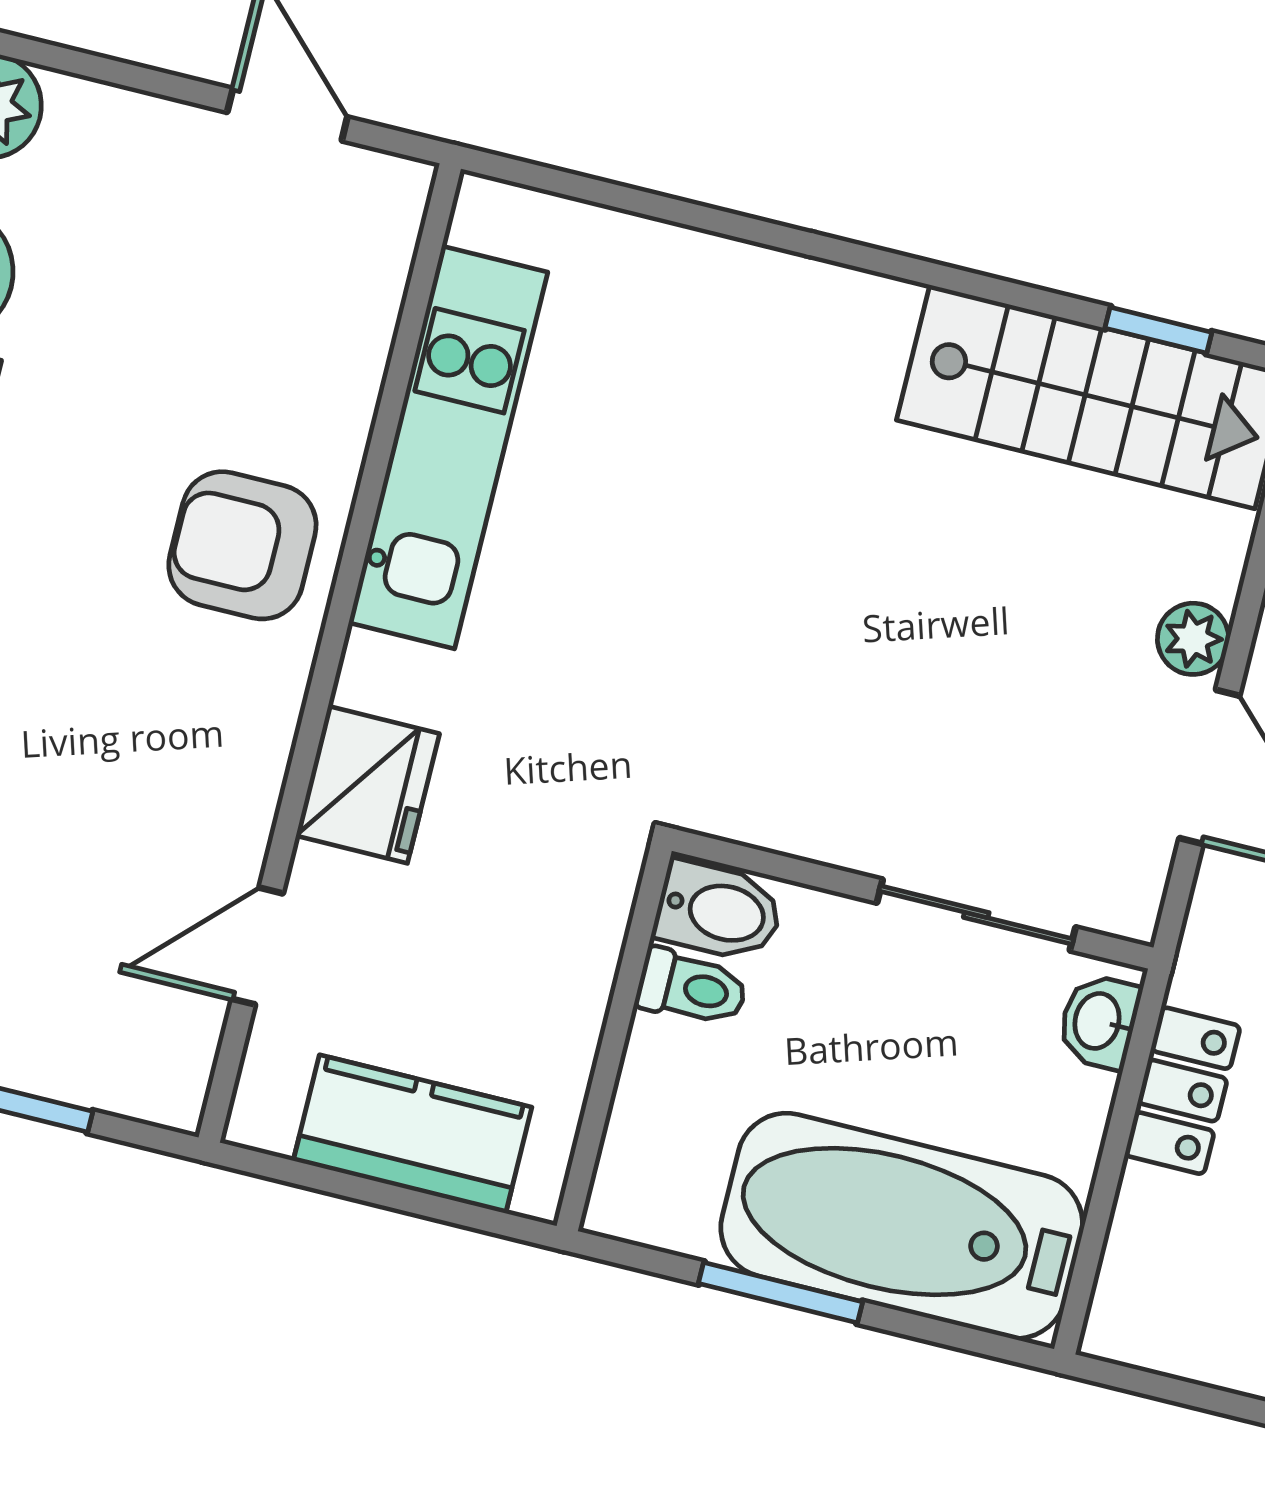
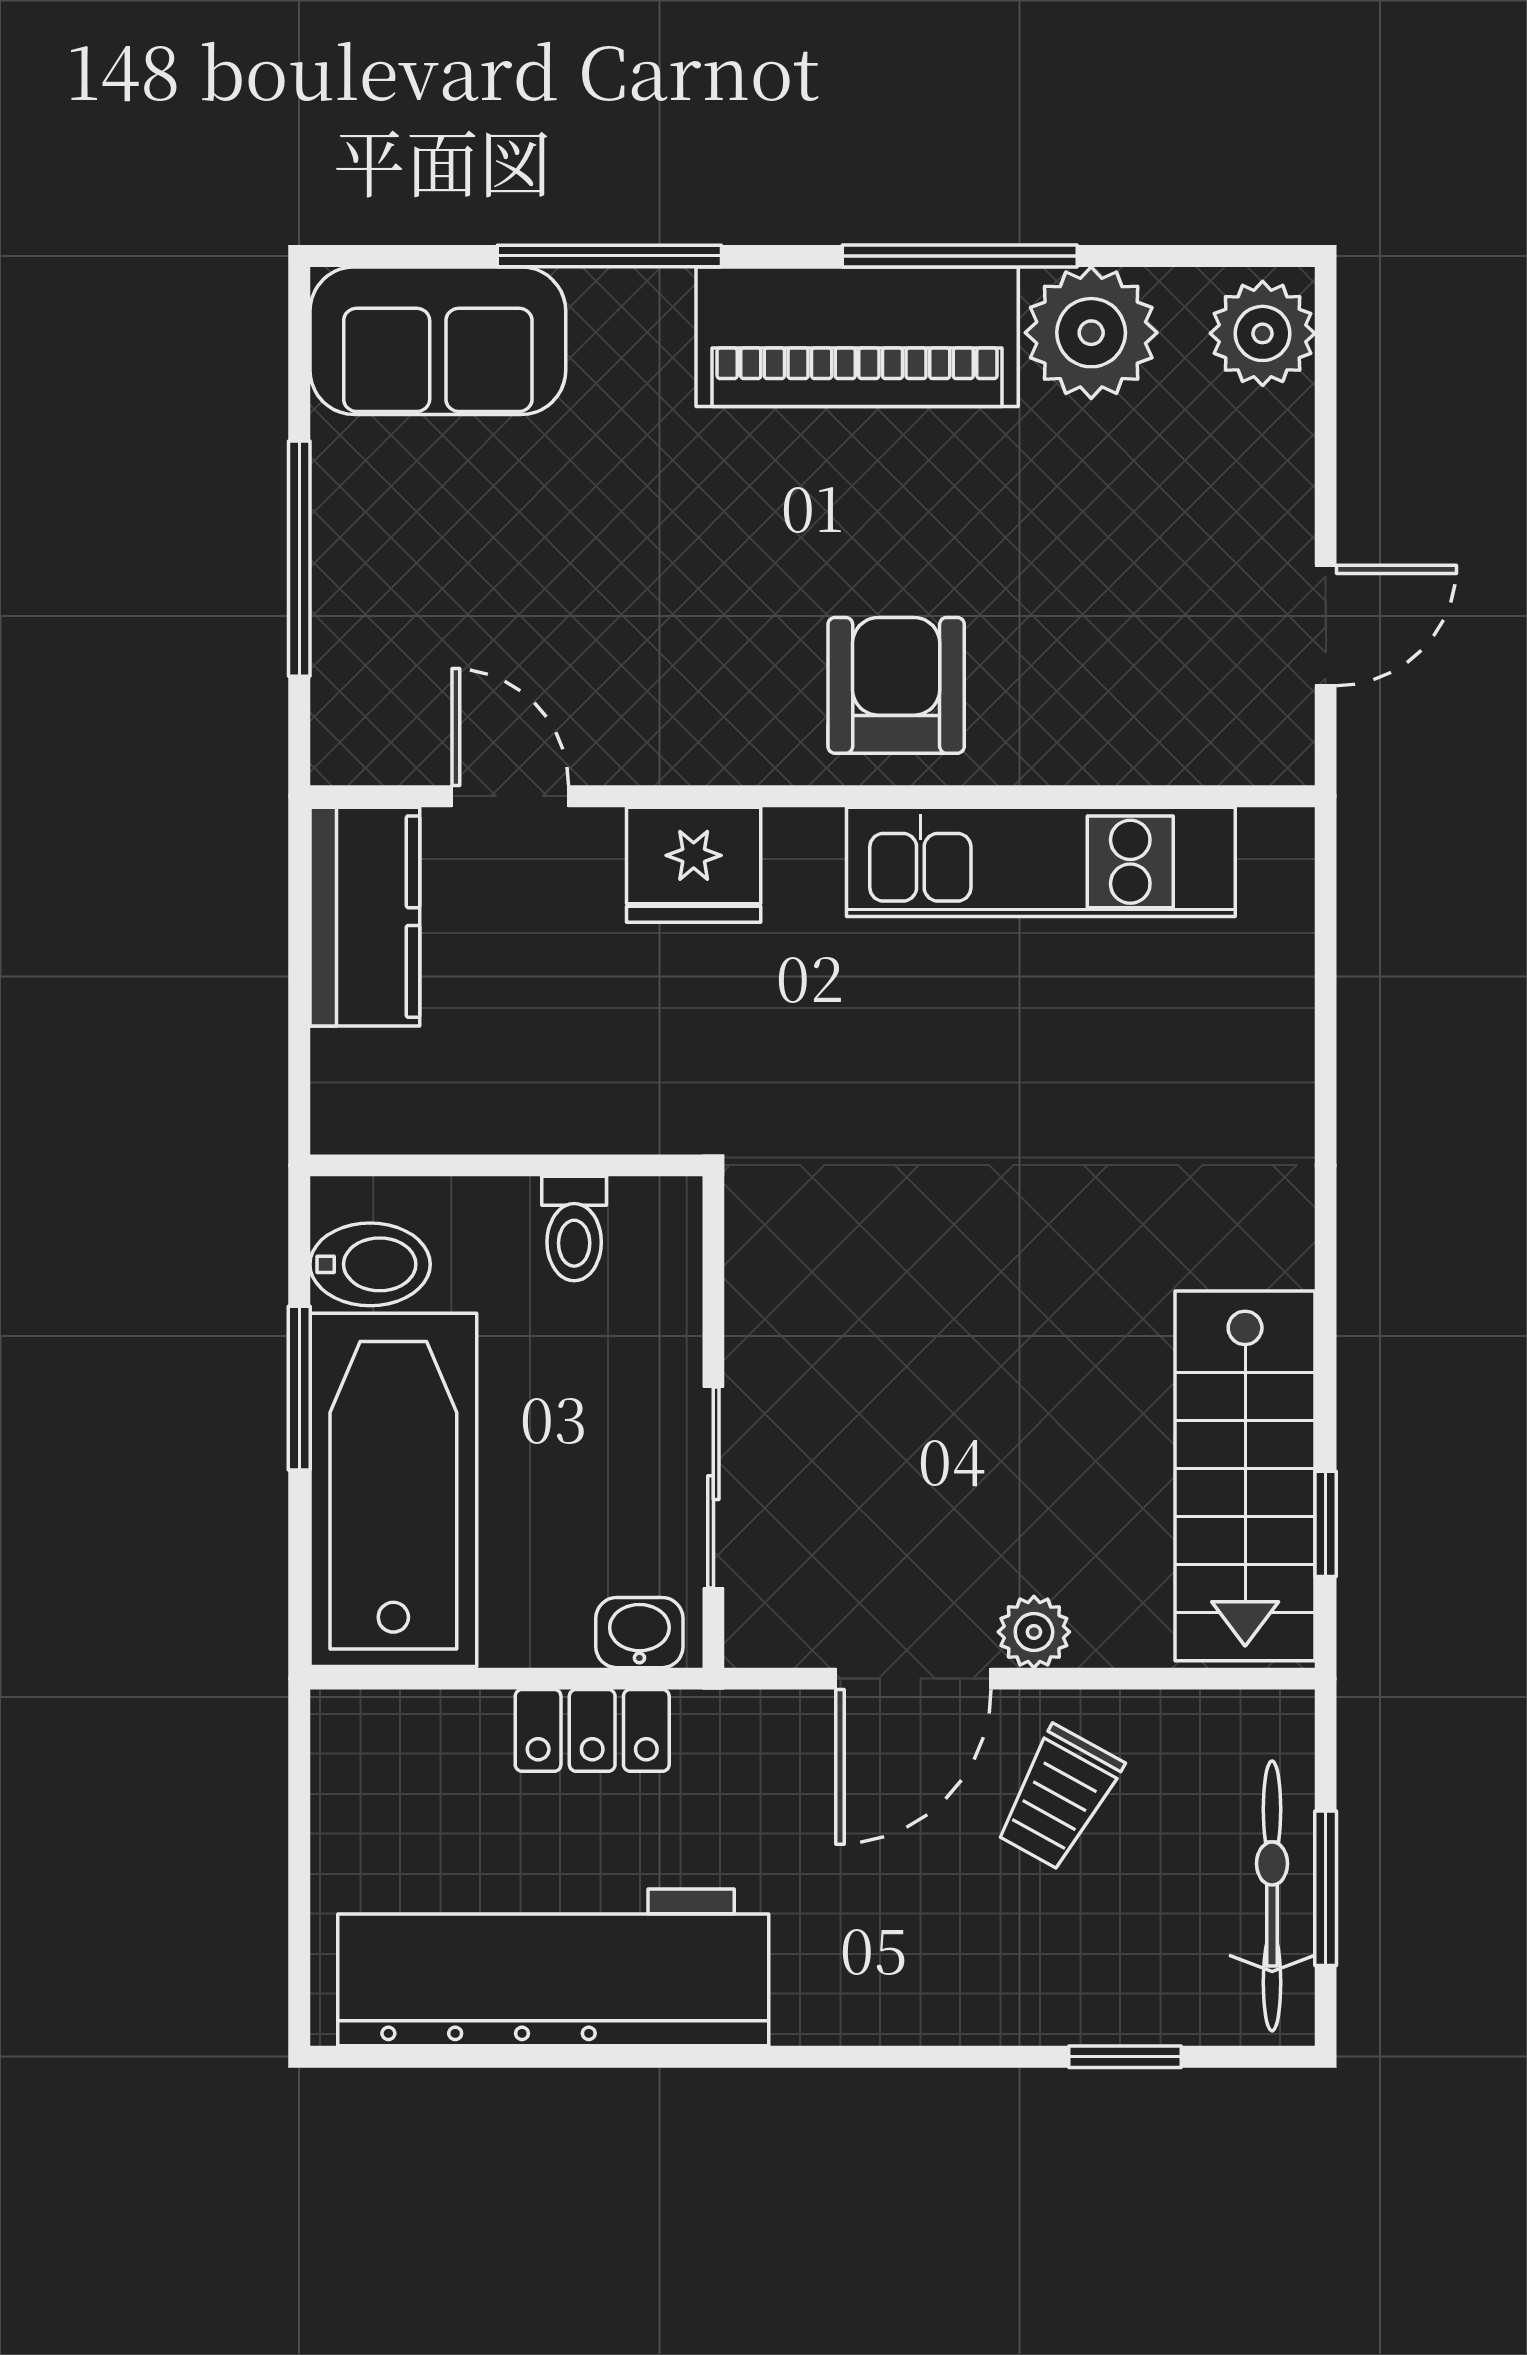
bidet: (719, 911) -> (370, 1264), moved, turned -90
kitchen counter: (413, 1134) -> (365, 917), moved

